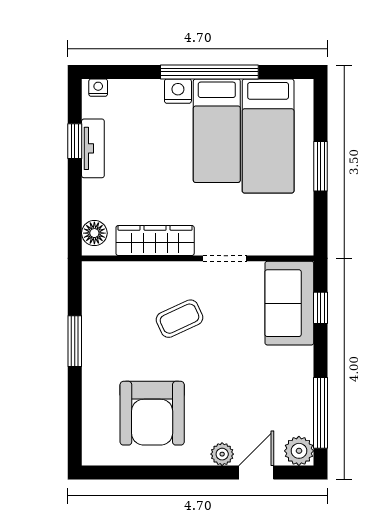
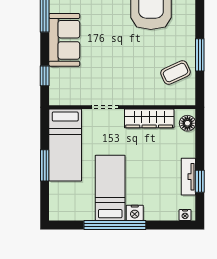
bed: (268, 136) -> (65, 145), moved, turned 180
sofa: (289, 303) -> (64, 40), moved
coffee table: (180, 319) -> (176, 73), moved

